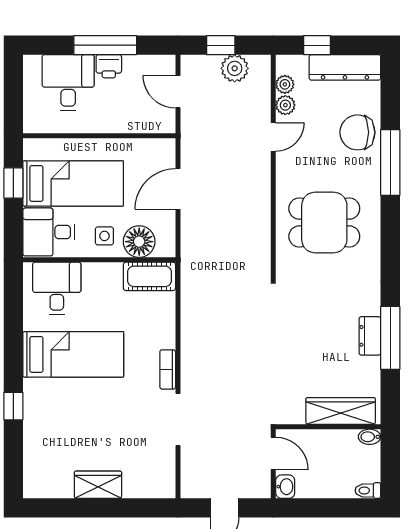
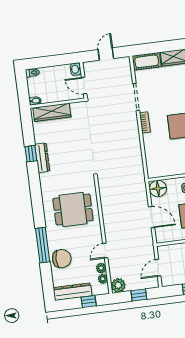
plant: (235, 68) -> (118, 285), moved
door: (178, 92) -> (158, 268), swing flipped
door: (178, 189) -> (152, 217), hinge flipped
floor lamp: (139, 242) -> (158, 188), moved
cot: (149, 276) -> (147, 61), moved
dresser: (370, 336) -> (42, 158), width x1.44
window: (390, 338) -> (31, 154), width x0.46

